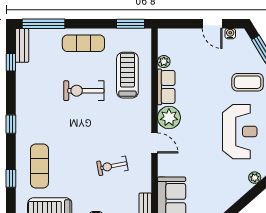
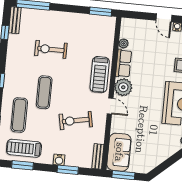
exercise mat: (83, 43) -> (44, 92), moved, turned 90
treadmill: (127, 75) -> (100, 75), moved, turned 180
exercise bike: (84, 91) -> (51, 49), moved
exercise bike: (112, 166) -> (76, 120), width x1.38, depth x1.39

